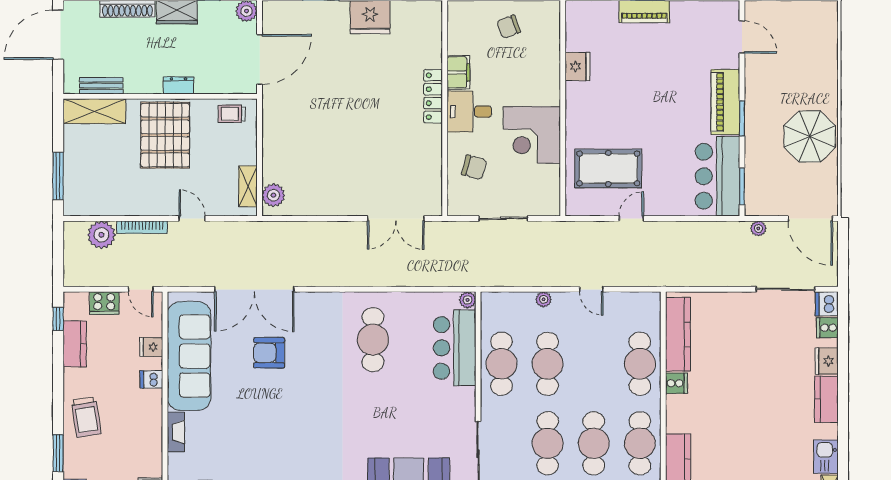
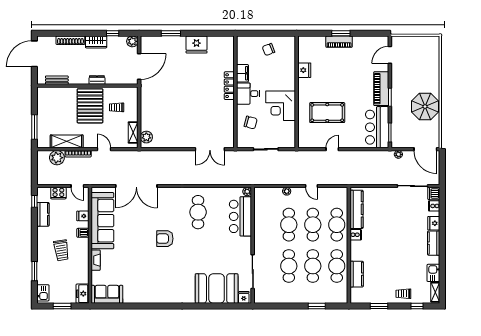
door: (742, 37) -> (390, 55), swing flipped
shelving: (94, 111) -> (67, 141), moved
trolley: (232, 114) -> (117, 107), moved
pool table: (608, 168) -> (327, 113), moved
armchair: (269, 353) -> (165, 239), moved
cafe table: (501, 364) -> (313, 225), moved
trolley: (86, 417) -> (61, 250), moved

